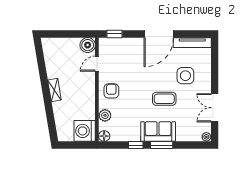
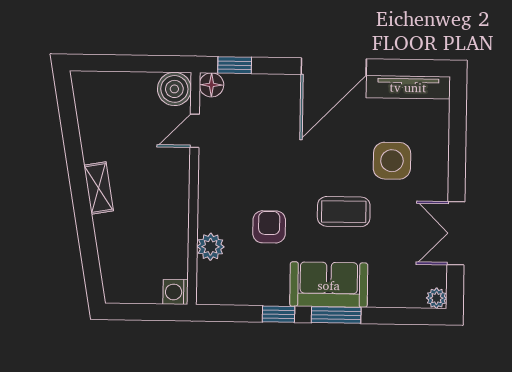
armchair: (111, 91) -> (269, 227), moved
washing machine: (85, 131) -> (176, 292), width x0.53, depth x0.53
floor lamp: (104, 136) -> (211, 85), moved

